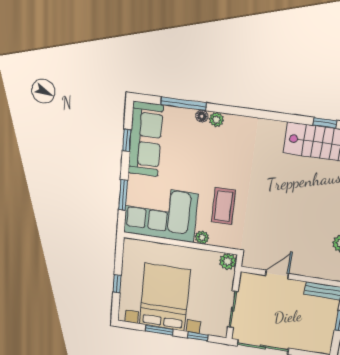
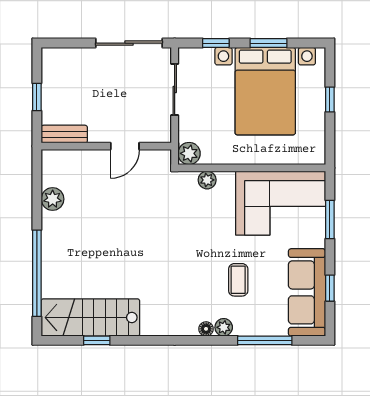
floor lamp: (202, 116) -> (206, 329), moved
coffee table: (223, 206) -> (238, 280), moved, width x0.73, depth x0.77
plant: (202, 237) -> (207, 180), moved

